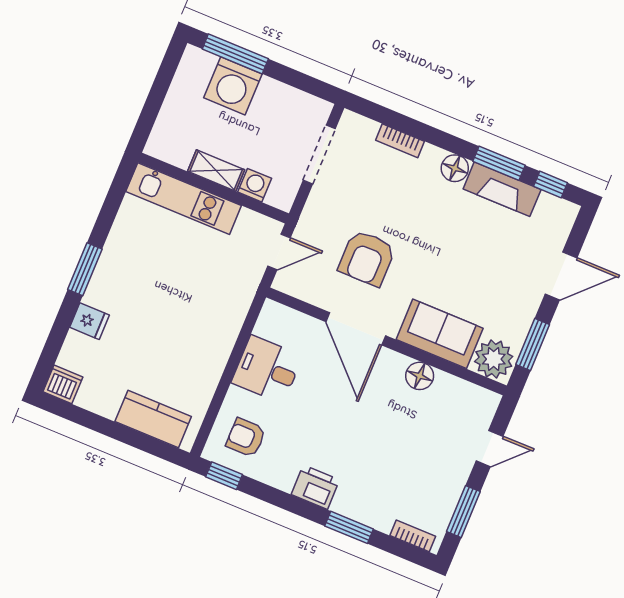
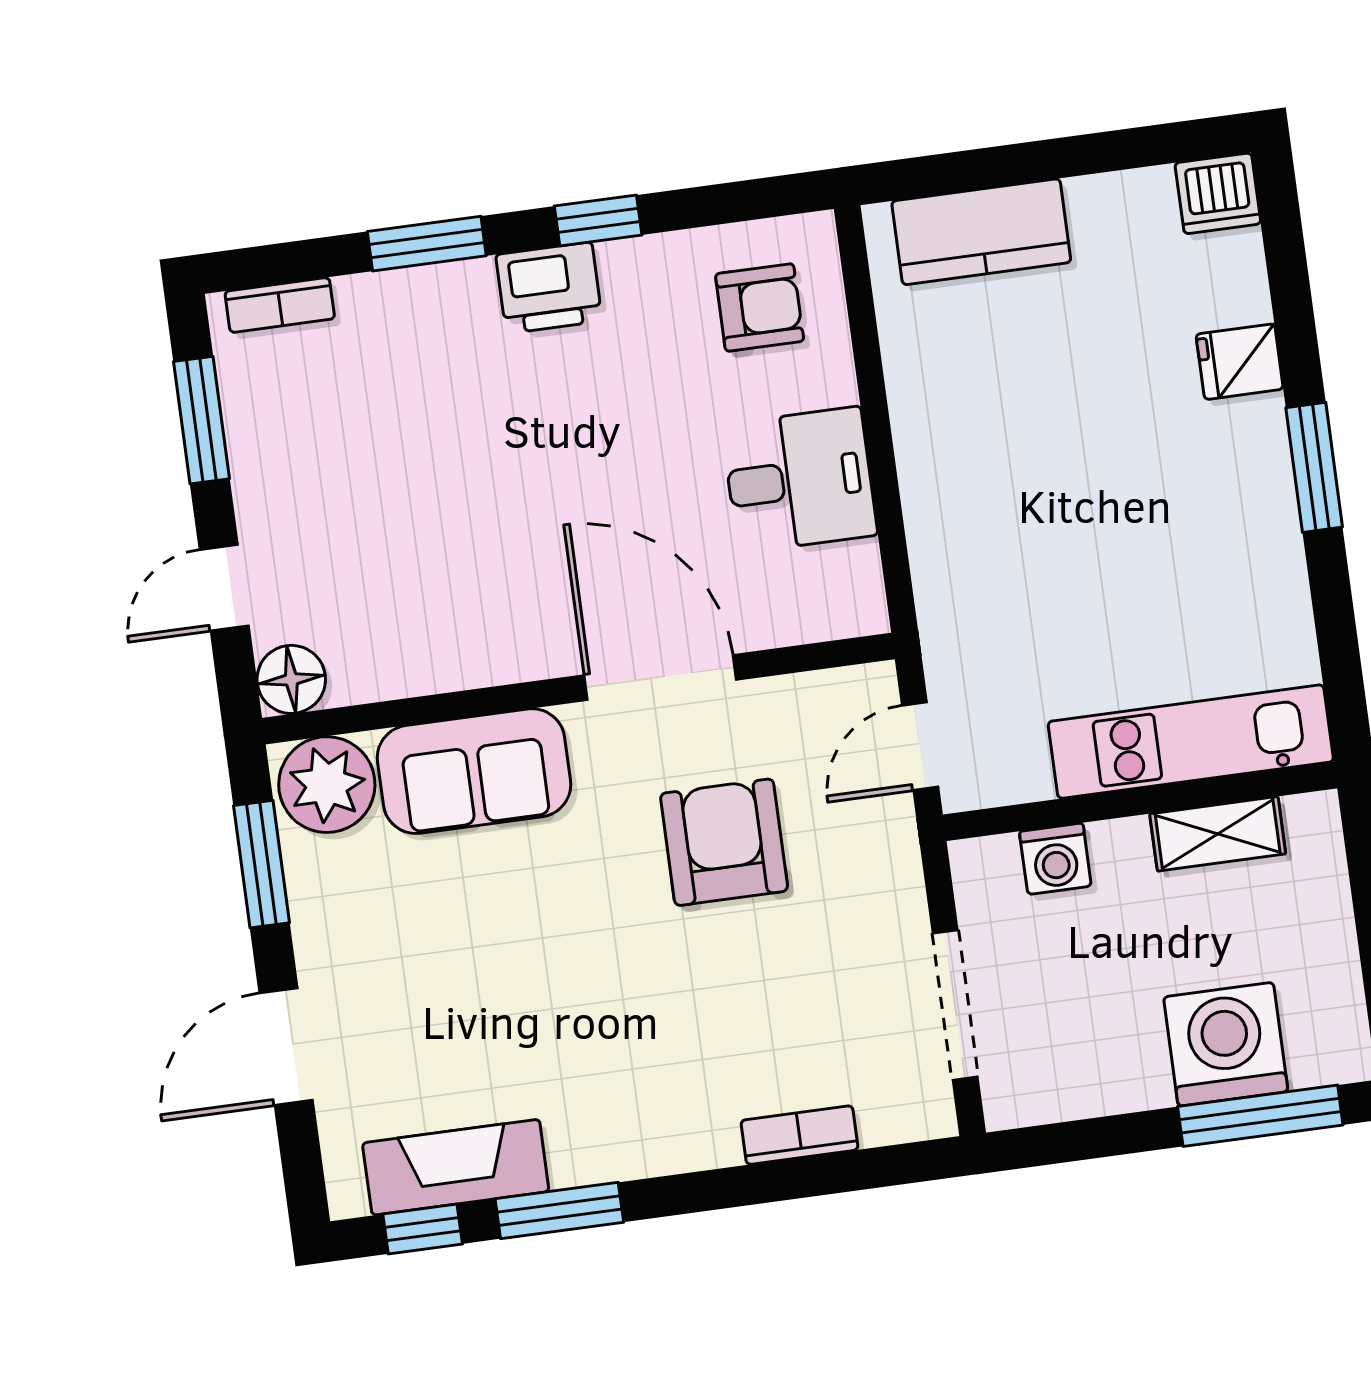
floor lamp: (455, 168) -> (648, 1145), removed
shelving: (216, 171) -> (1218, 834), moved
fireplace: (502, 189) -> (456, 1167), moved
floor lamp: (420, 376) -> (291, 679), moved
window: (224, 476) -> (598, 220), moved

